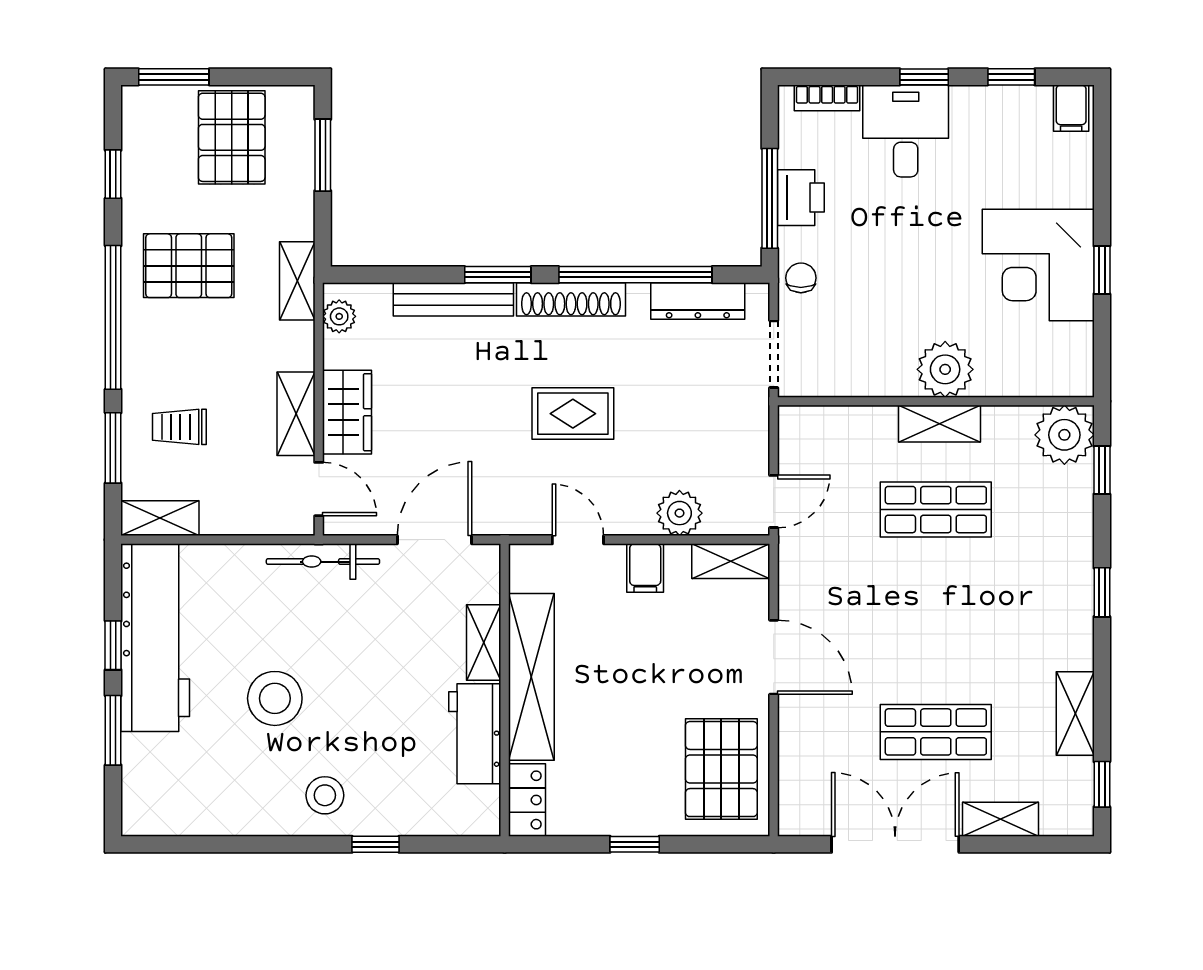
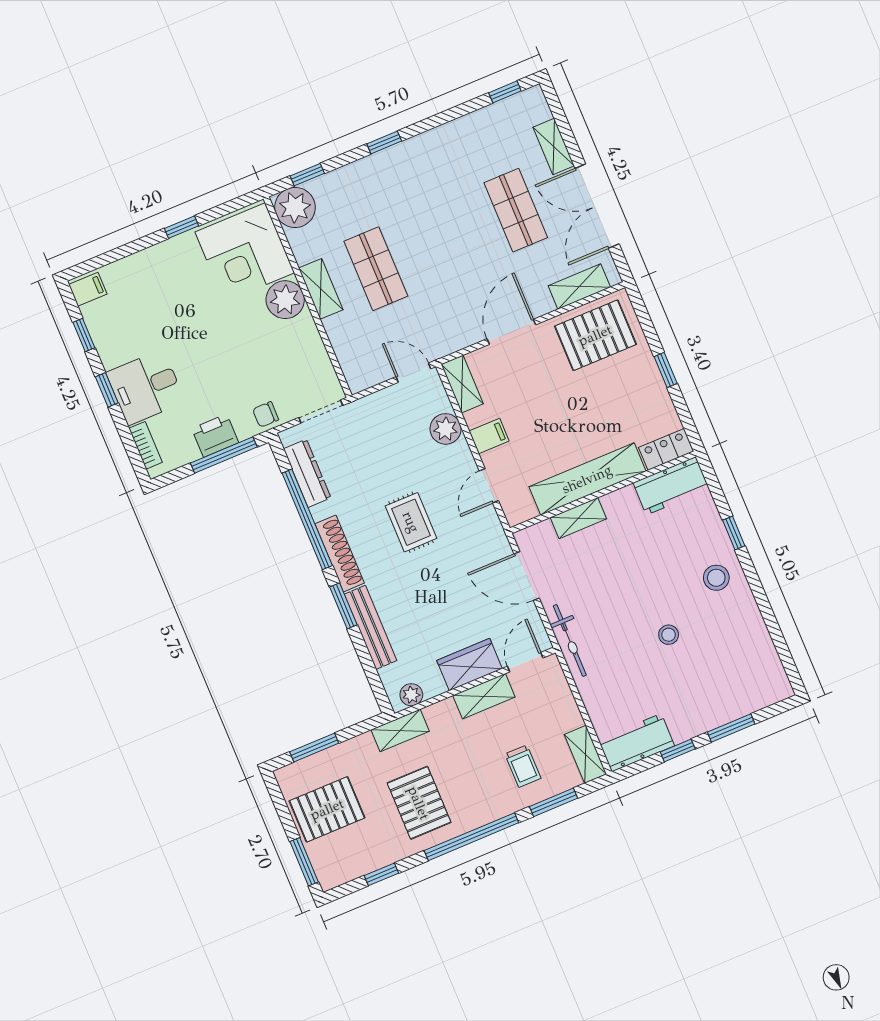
corner desk: (1038, 265) -> (245, 252), moved, turned 90
workbench: (155, 638) -> (636, 743), width x0.53, depth x0.76
stool: (275, 698) -> (669, 635), width x0.53, depth x0.53
shelving: (1075, 714) -> (579, 287), moved
workbench: (475, 734) -> (671, 486), moved

